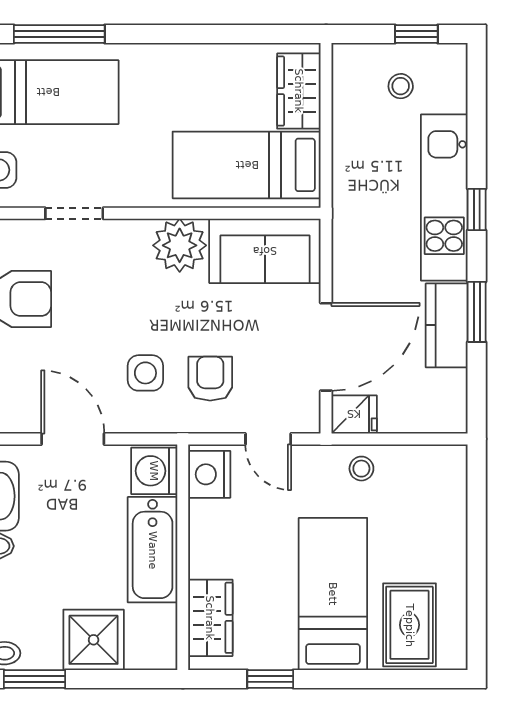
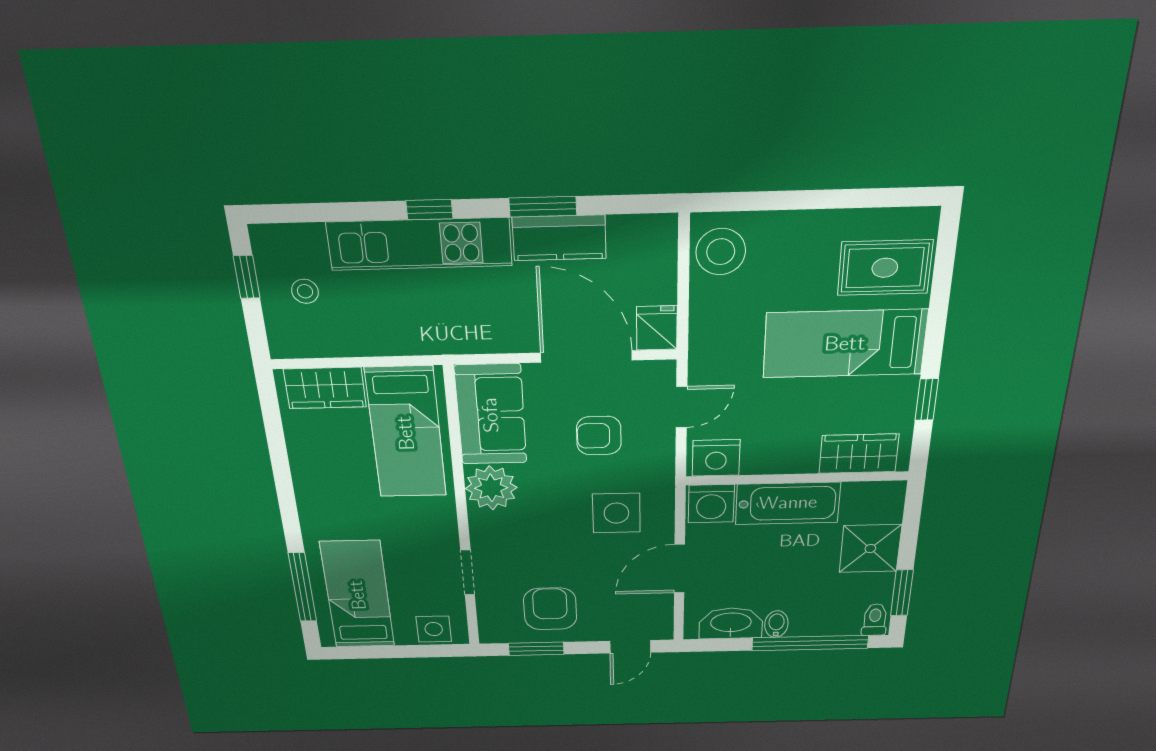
side table: (145, 373) -> (616, 513), width x1.37, depth x1.37
armchair: (210, 379) -> (599, 436), moved
stool: (361, 469) -> (721, 252), moved, width x1.89, depth x1.89

